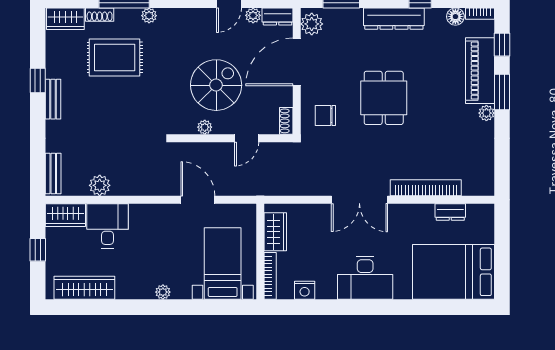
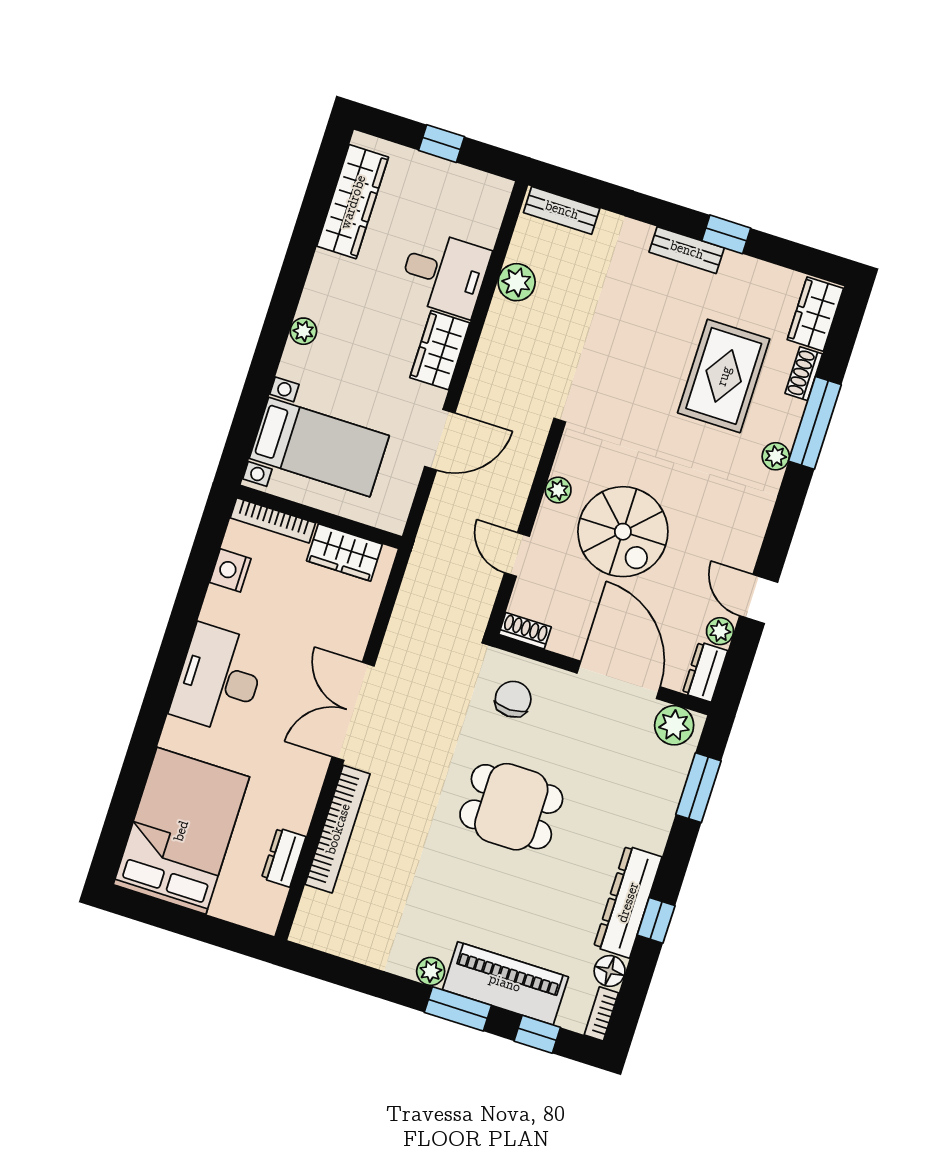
dresser: (394, 19) -> (628, 902), moved
wardrobe: (65, 215) -> (440, 350), moved

